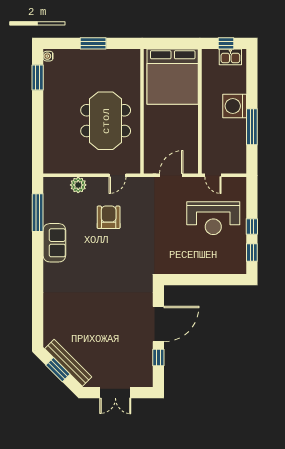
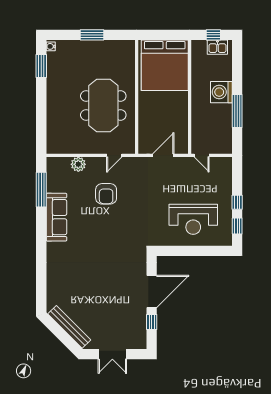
armchair: (109, 217) -> (106, 194), turned 180
reception desk: (213, 218) -> (193, 219), moved
sofa: (54, 243) -> (57, 217), width x1.36
window: (58, 370) -> (60, 333), removed

